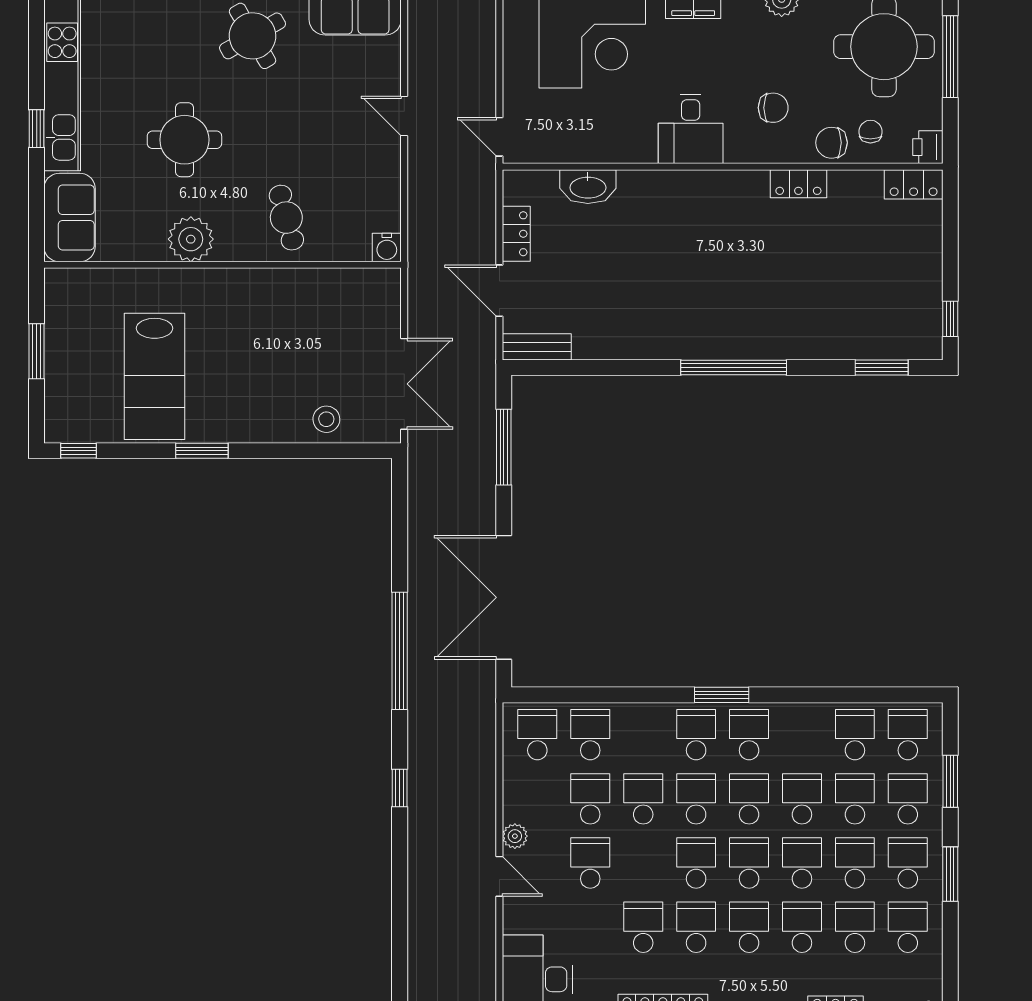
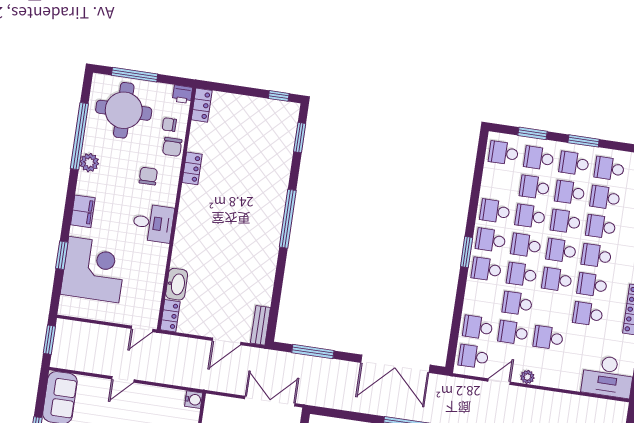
locker: (516, 234) -> (170, 316), moved, turned 90
school desk: (855, 735) -> (495, 211), moved
door: (499, 876) -> (499, 382), moved

